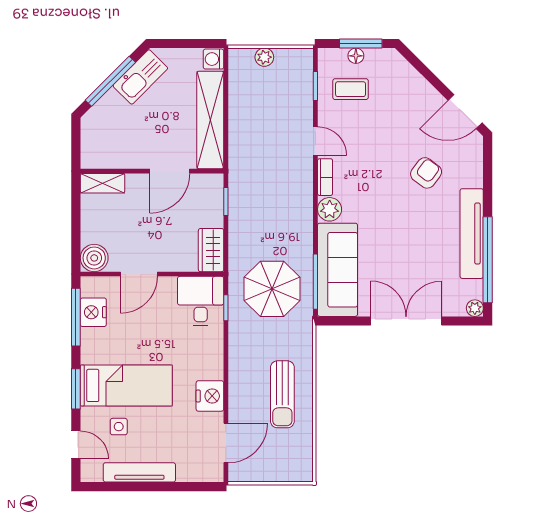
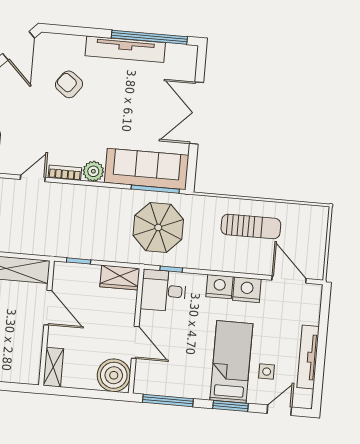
boiler: (94, 258) -> (114, 375), width x1.37, depth x1.37
plant: (475, 308) -> (190, 52), removed
nightstand: (93, 312) -> (220, 287), moved, turned 180

